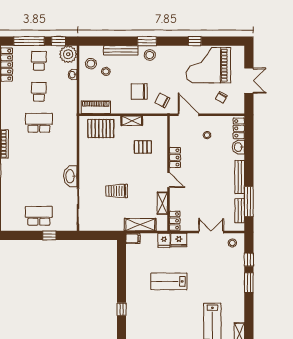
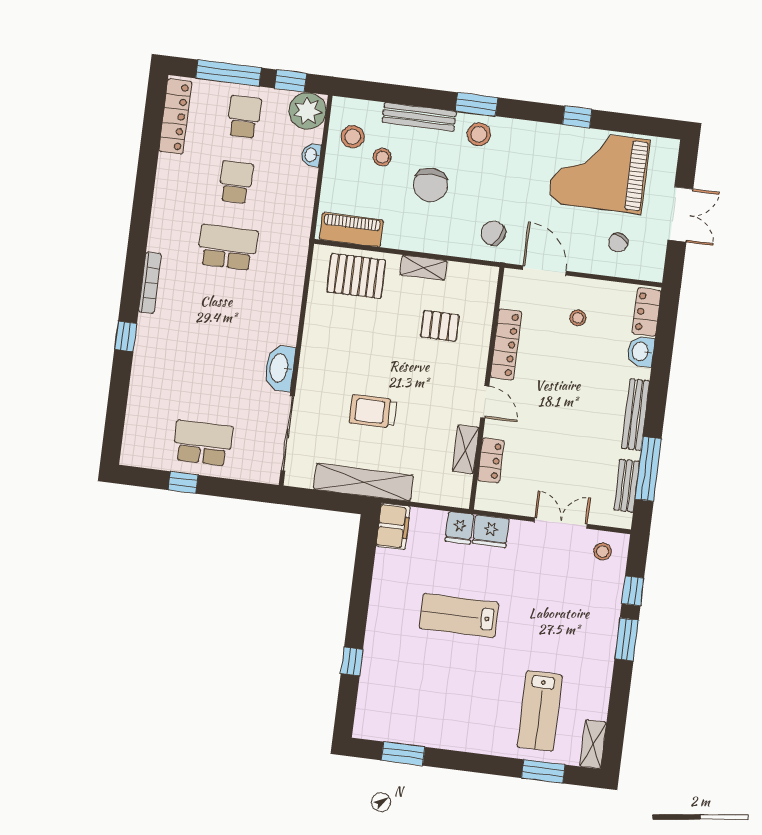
chair: (139, 92) -> (431, 185), moved, turned -90
locker: (175, 157) -> (506, 344), width x1.53
locker: (175, 221) -> (491, 460), moved
shelving: (140, 225) -> (363, 482), moved, width x1.47
window: (49, 235) -> (183, 482), moved
filing cabinet: (133, 238) -> (393, 526), width x2.00

